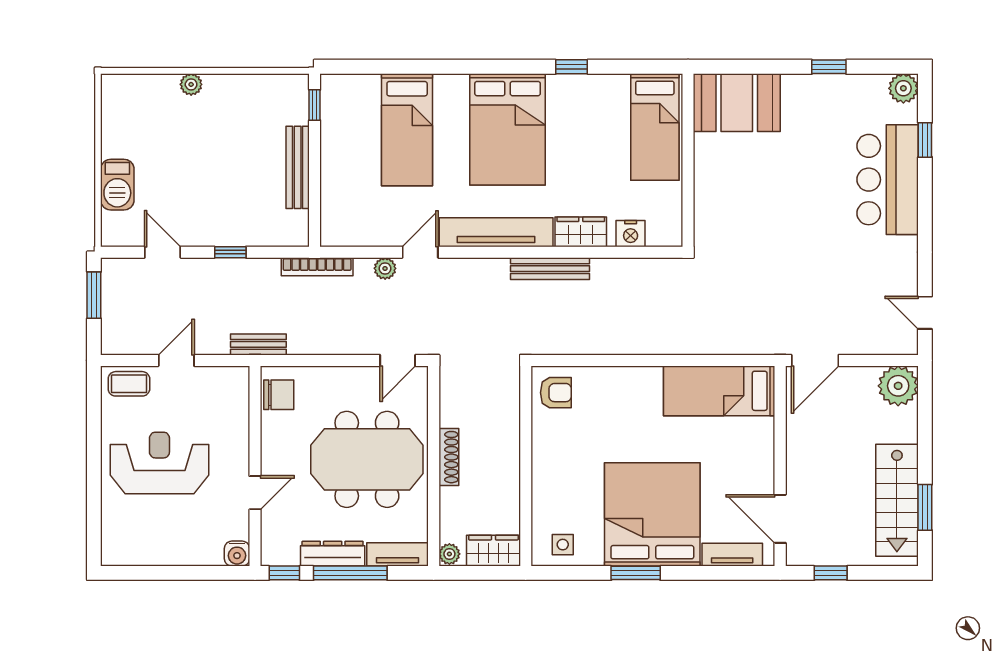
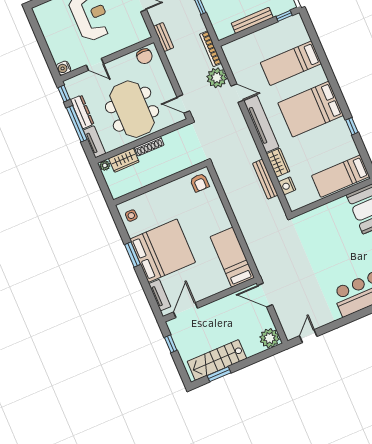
plant: (385, 268) -> (217, 78), width x1.88, depth x1.88
bench: (550, 269) -> (265, 179), moved
wardrobe: (493, 551) -> (124, 160), moved, turned 90

